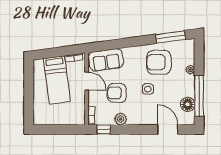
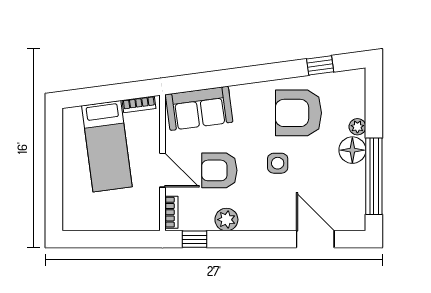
window: (170, 37) -> (320, 65), width x0.46
door: (86, 81) -> (163, 170), moved
floor lamp: (188, 104) -> (352, 150), moved

